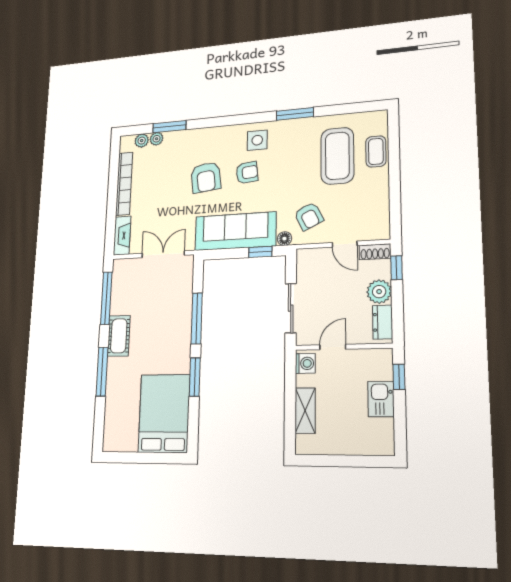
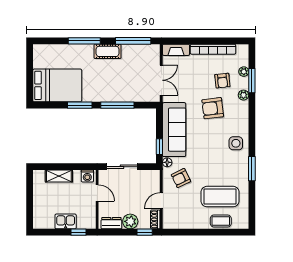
plant: (142, 141) -> (243, 95), moved
armchair: (247, 173) -> (222, 81), moved

